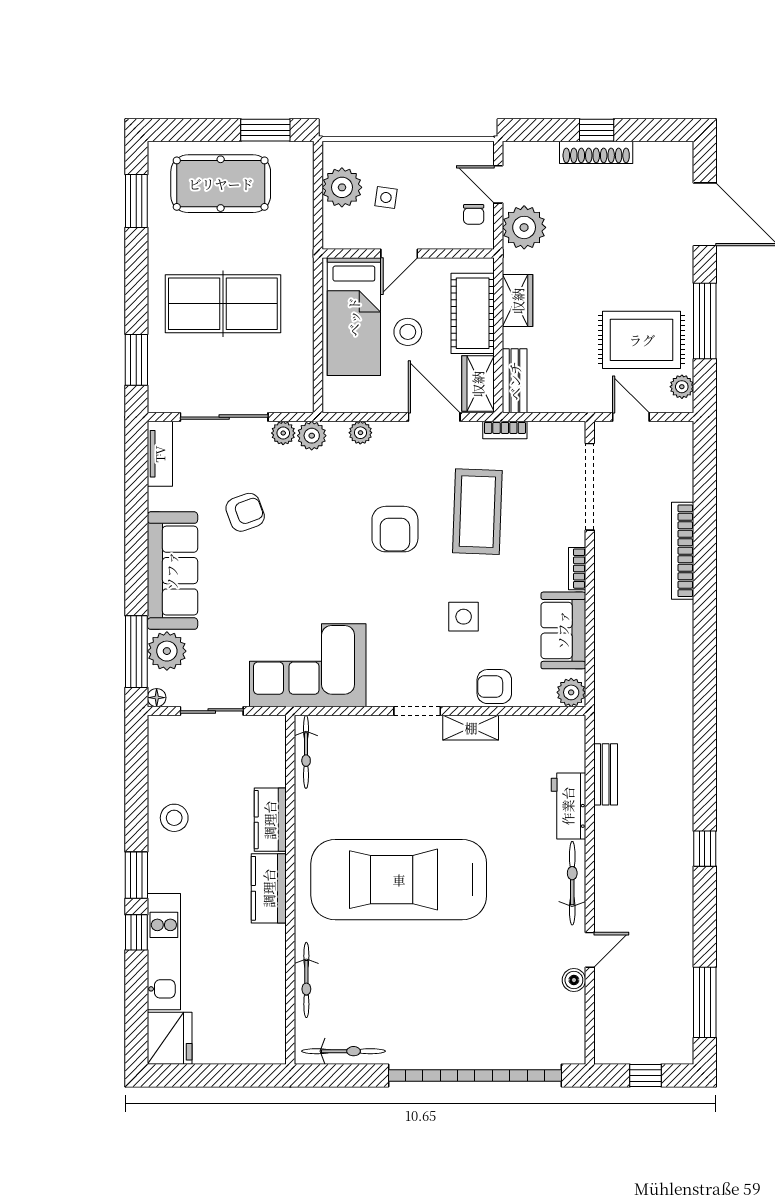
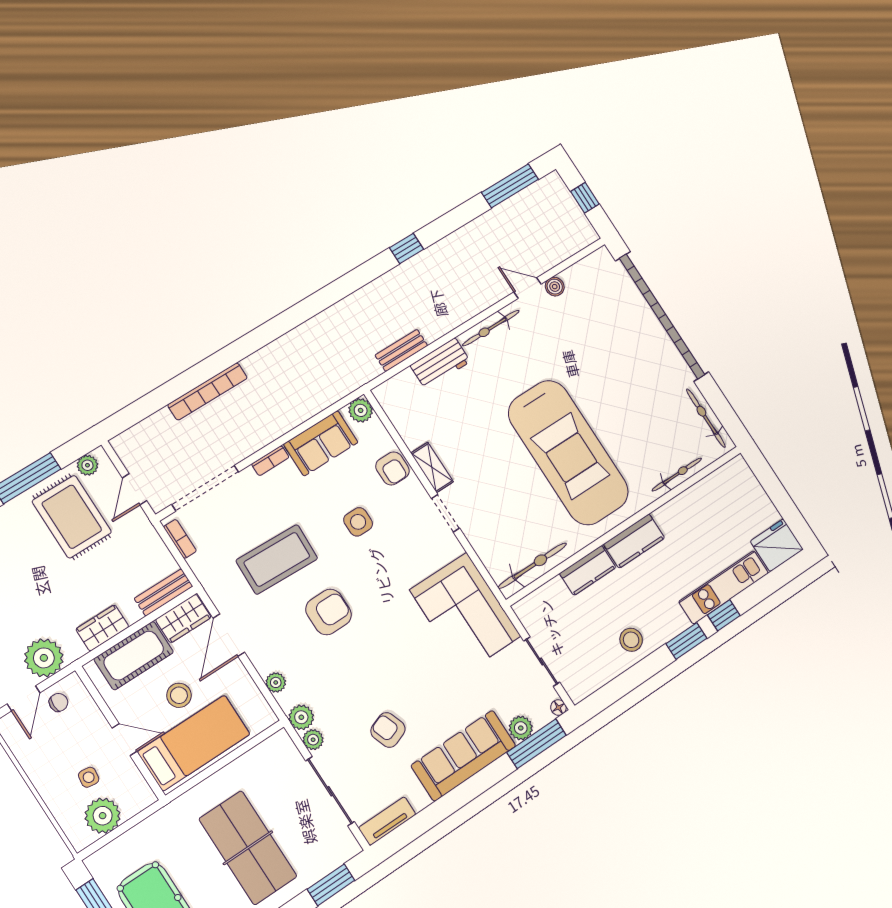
bookcase: (505, 430) -> (180, 539), moved
plant: (167, 651) -> (521, 728), width x0.73, depth x0.73
bicycle: (306, 752) -> (532, 566), width x1.37, depth x1.40

